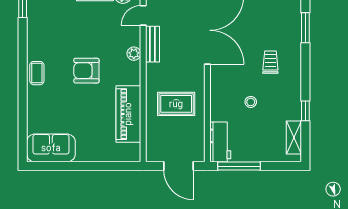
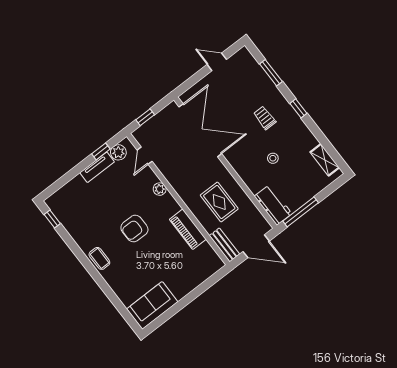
bench: (152, 44) -> (224, 245), moved
rug: (176, 104) -> (219, 202), turned 90
window: (305, 111) -> (298, 108), moved
piano: (128, 114) -> (188, 229), width x0.73, depth x0.75

